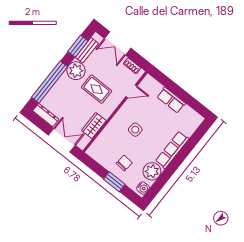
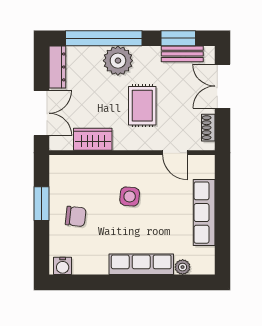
plant: (76, 71) -> (118, 61), moved
row of seats: (171, 100) -> (204, 213), width x1.48
plant: (152, 171) -> (183, 267), moved, width x0.53, depth x0.53
window: (114, 182) -> (41, 204), moved

